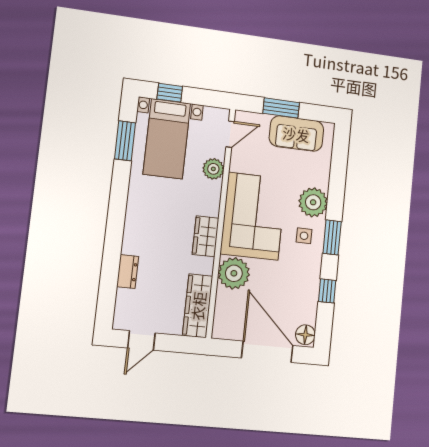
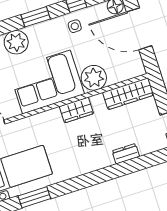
plant: (213, 169) -> (25, 126), removed
side table: (304, 236) -> (75, 26), moved
door: (267, 352) -> (139, 29), hinge flipped

